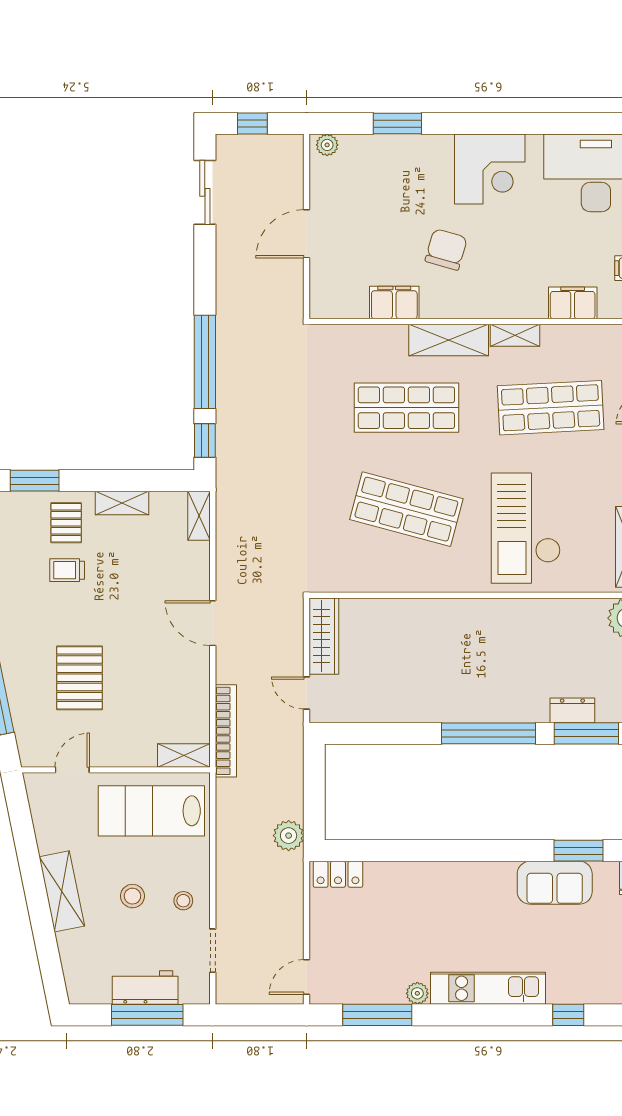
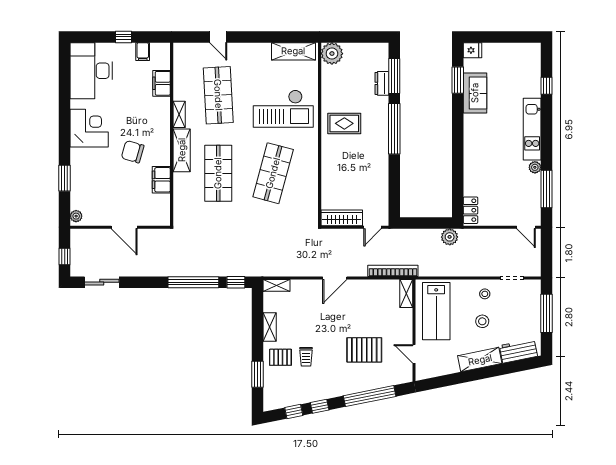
rug: (498, 641) -> (344, 123), added
workbench: (145, 988) -> (518, 351), moved, turned 79

